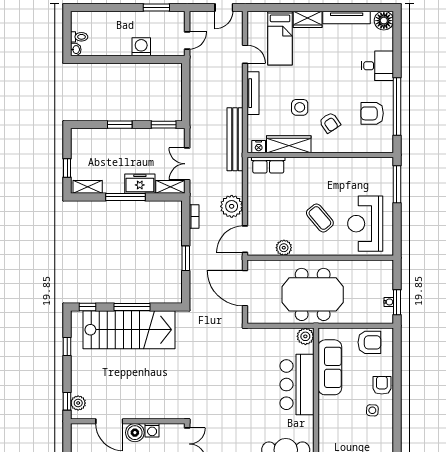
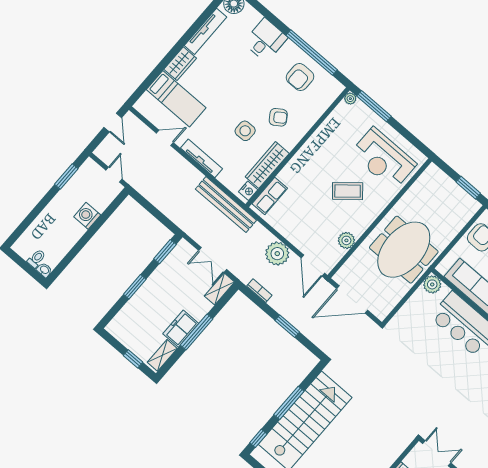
plant: (388, 163) -> (350, 99), added
freezer: (140, 184) -> (181, 329), moved
water cooler: (389, 302) -> (462, 194), removed

